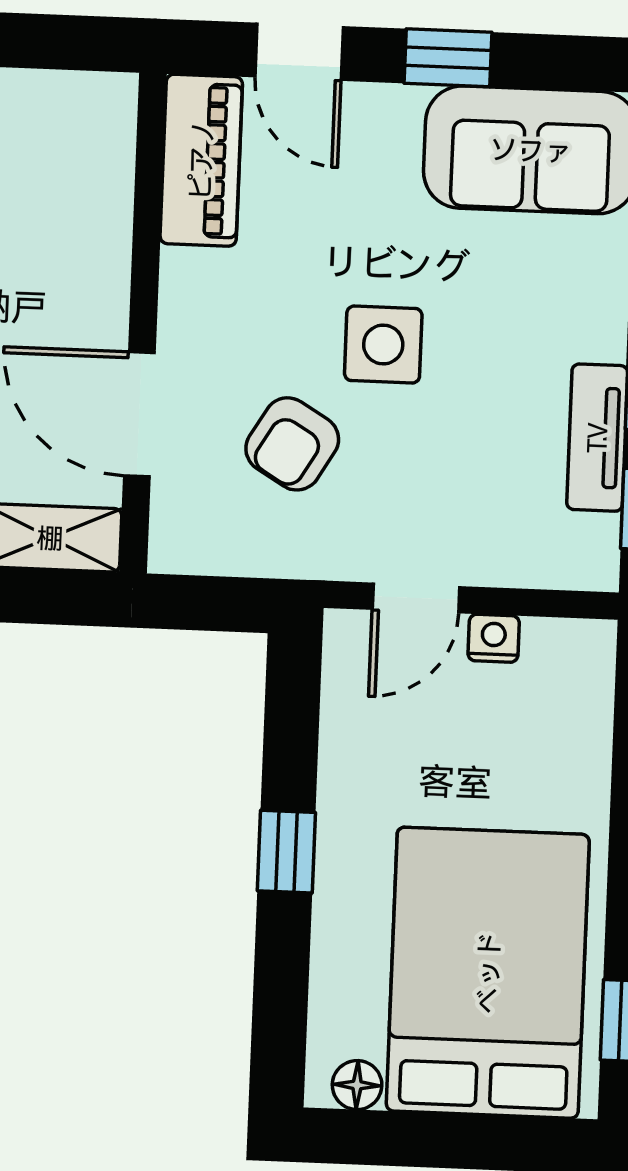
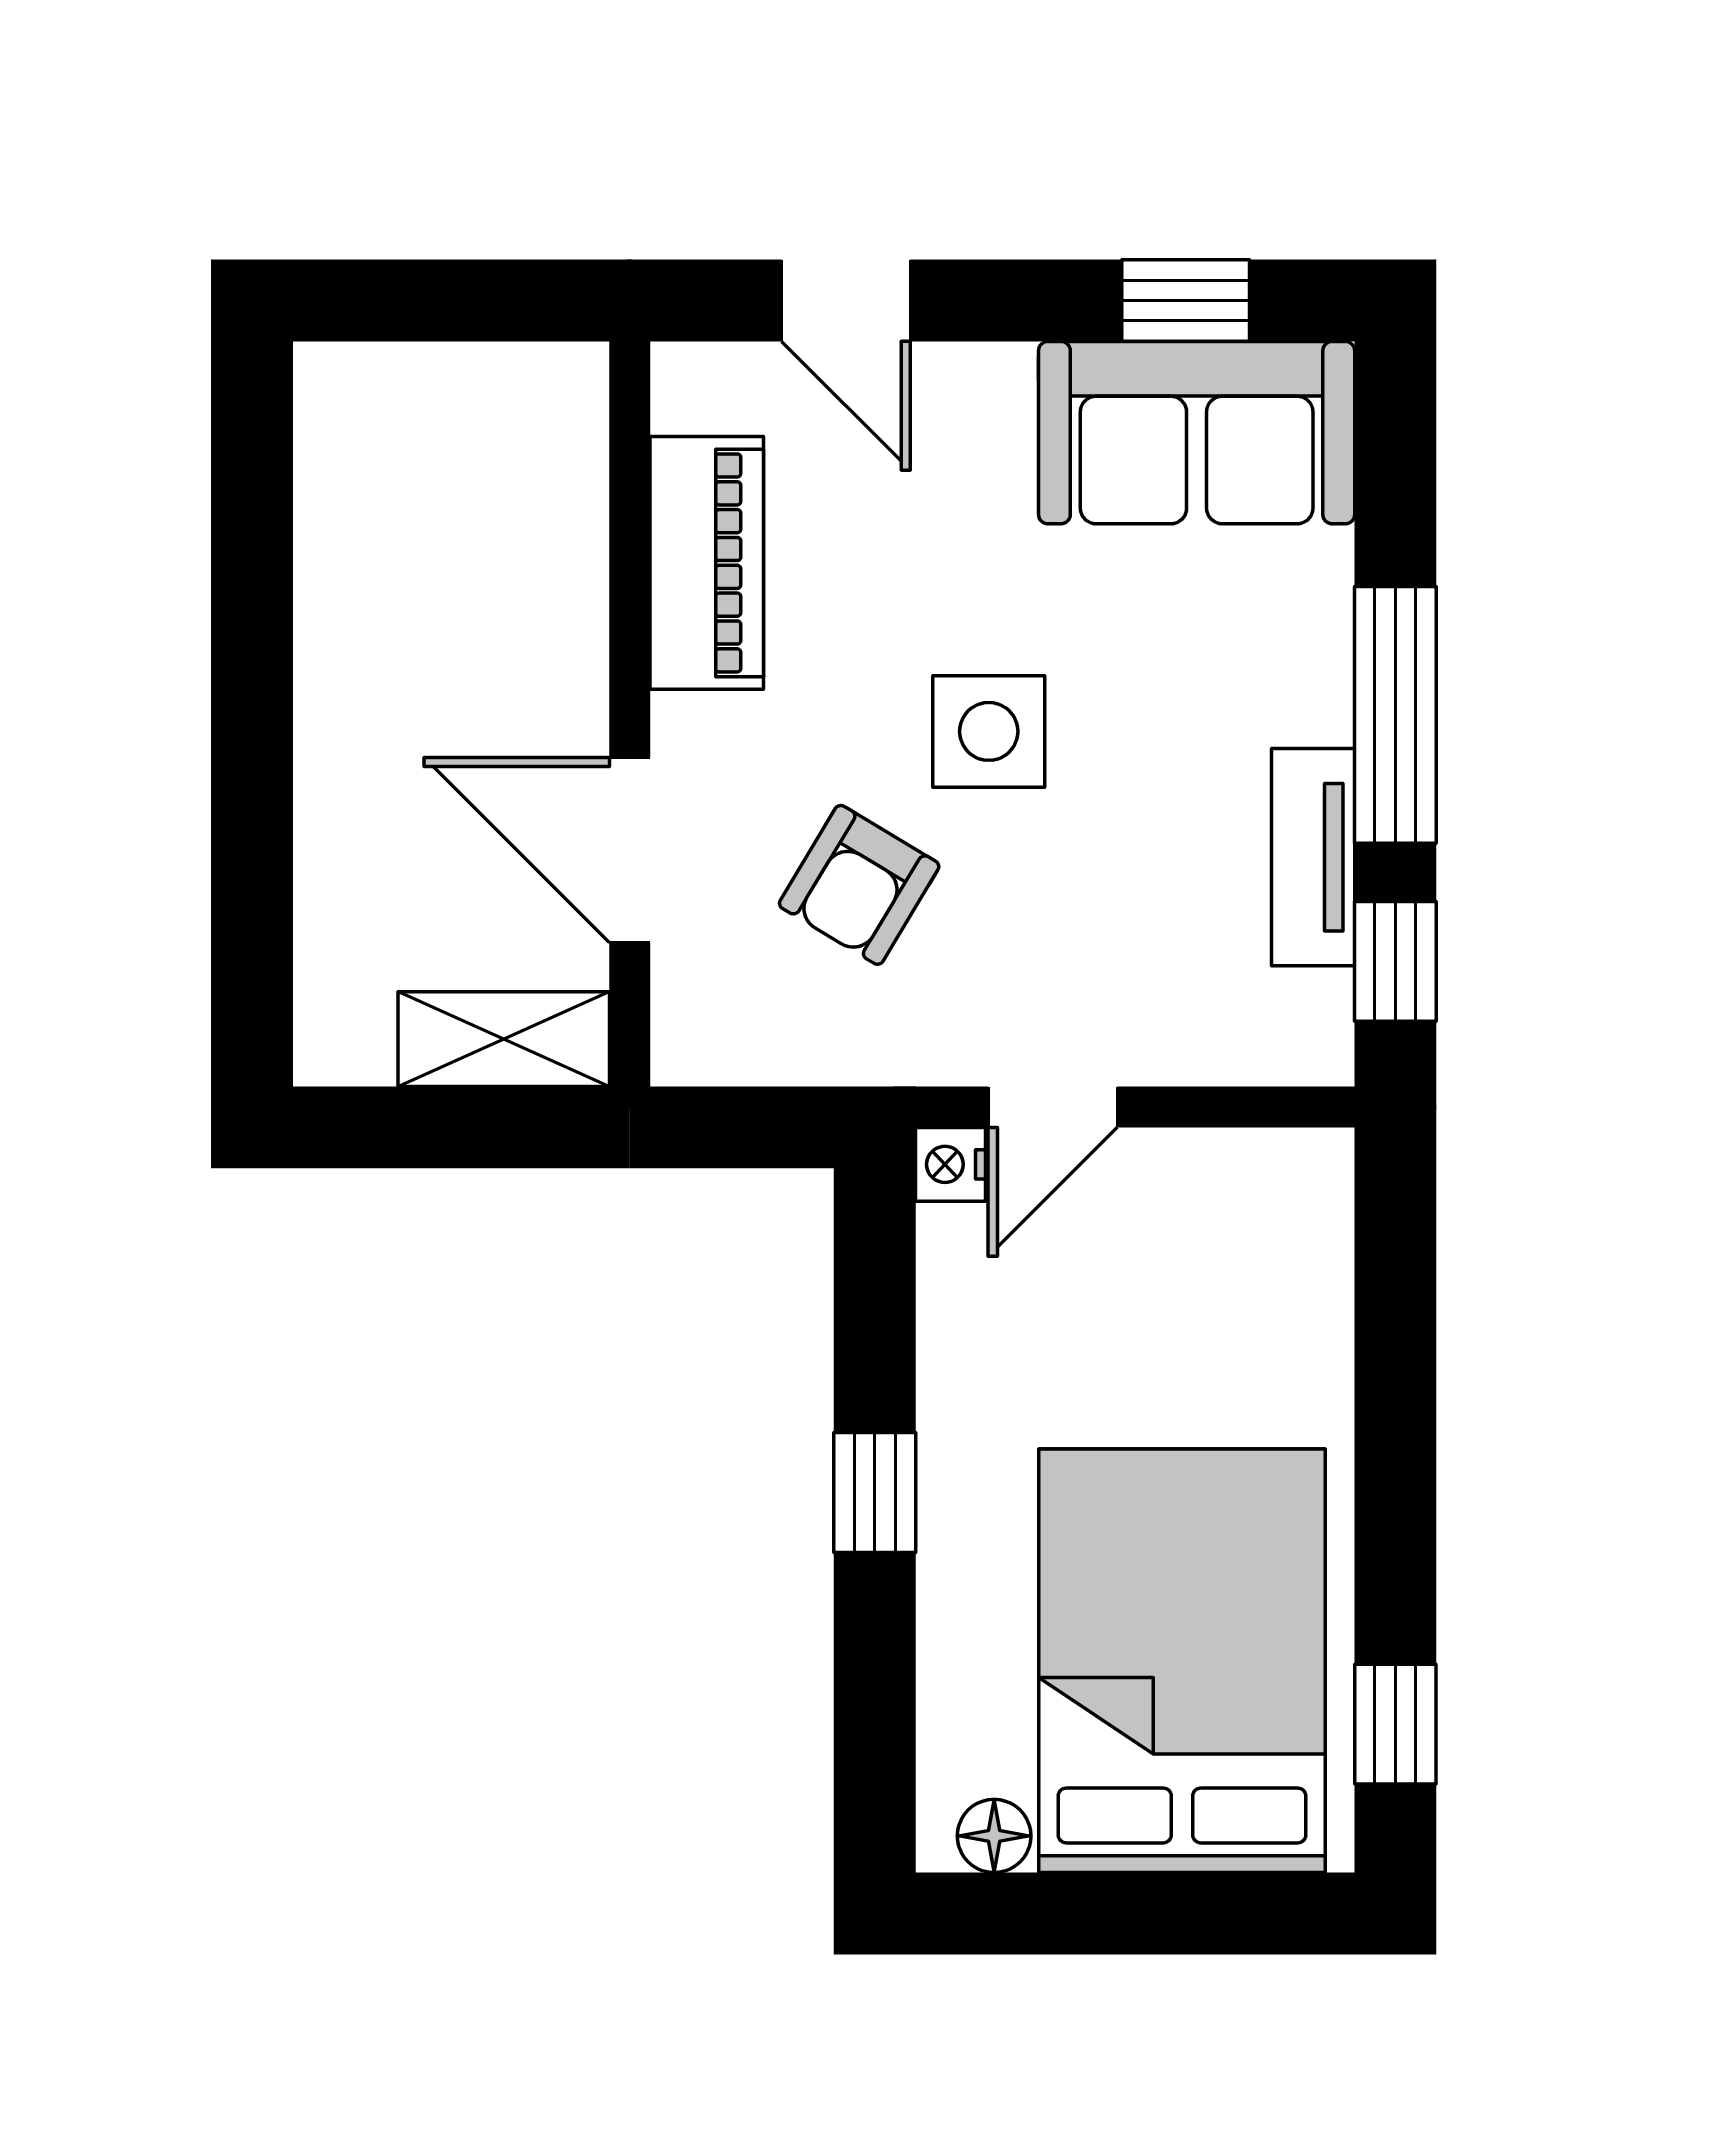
window: (448, 58) -> (1186, 300), moved
piano: (201, 160) -> (707, 563), moved
nightstand: (494, 638) -> (950, 1164), moved, turned -90

